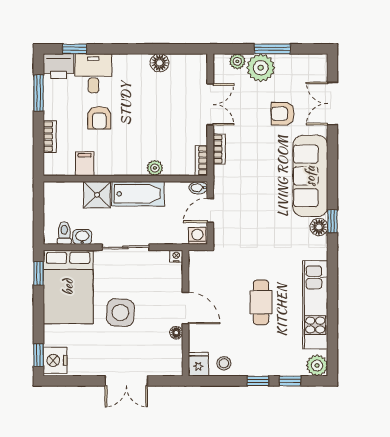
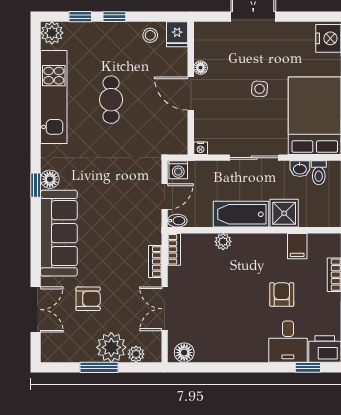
floor lamp: (160, 63) -> (184, 353), moved
side table: (120, 313) -> (260, 89), width x0.54, depth x0.54

